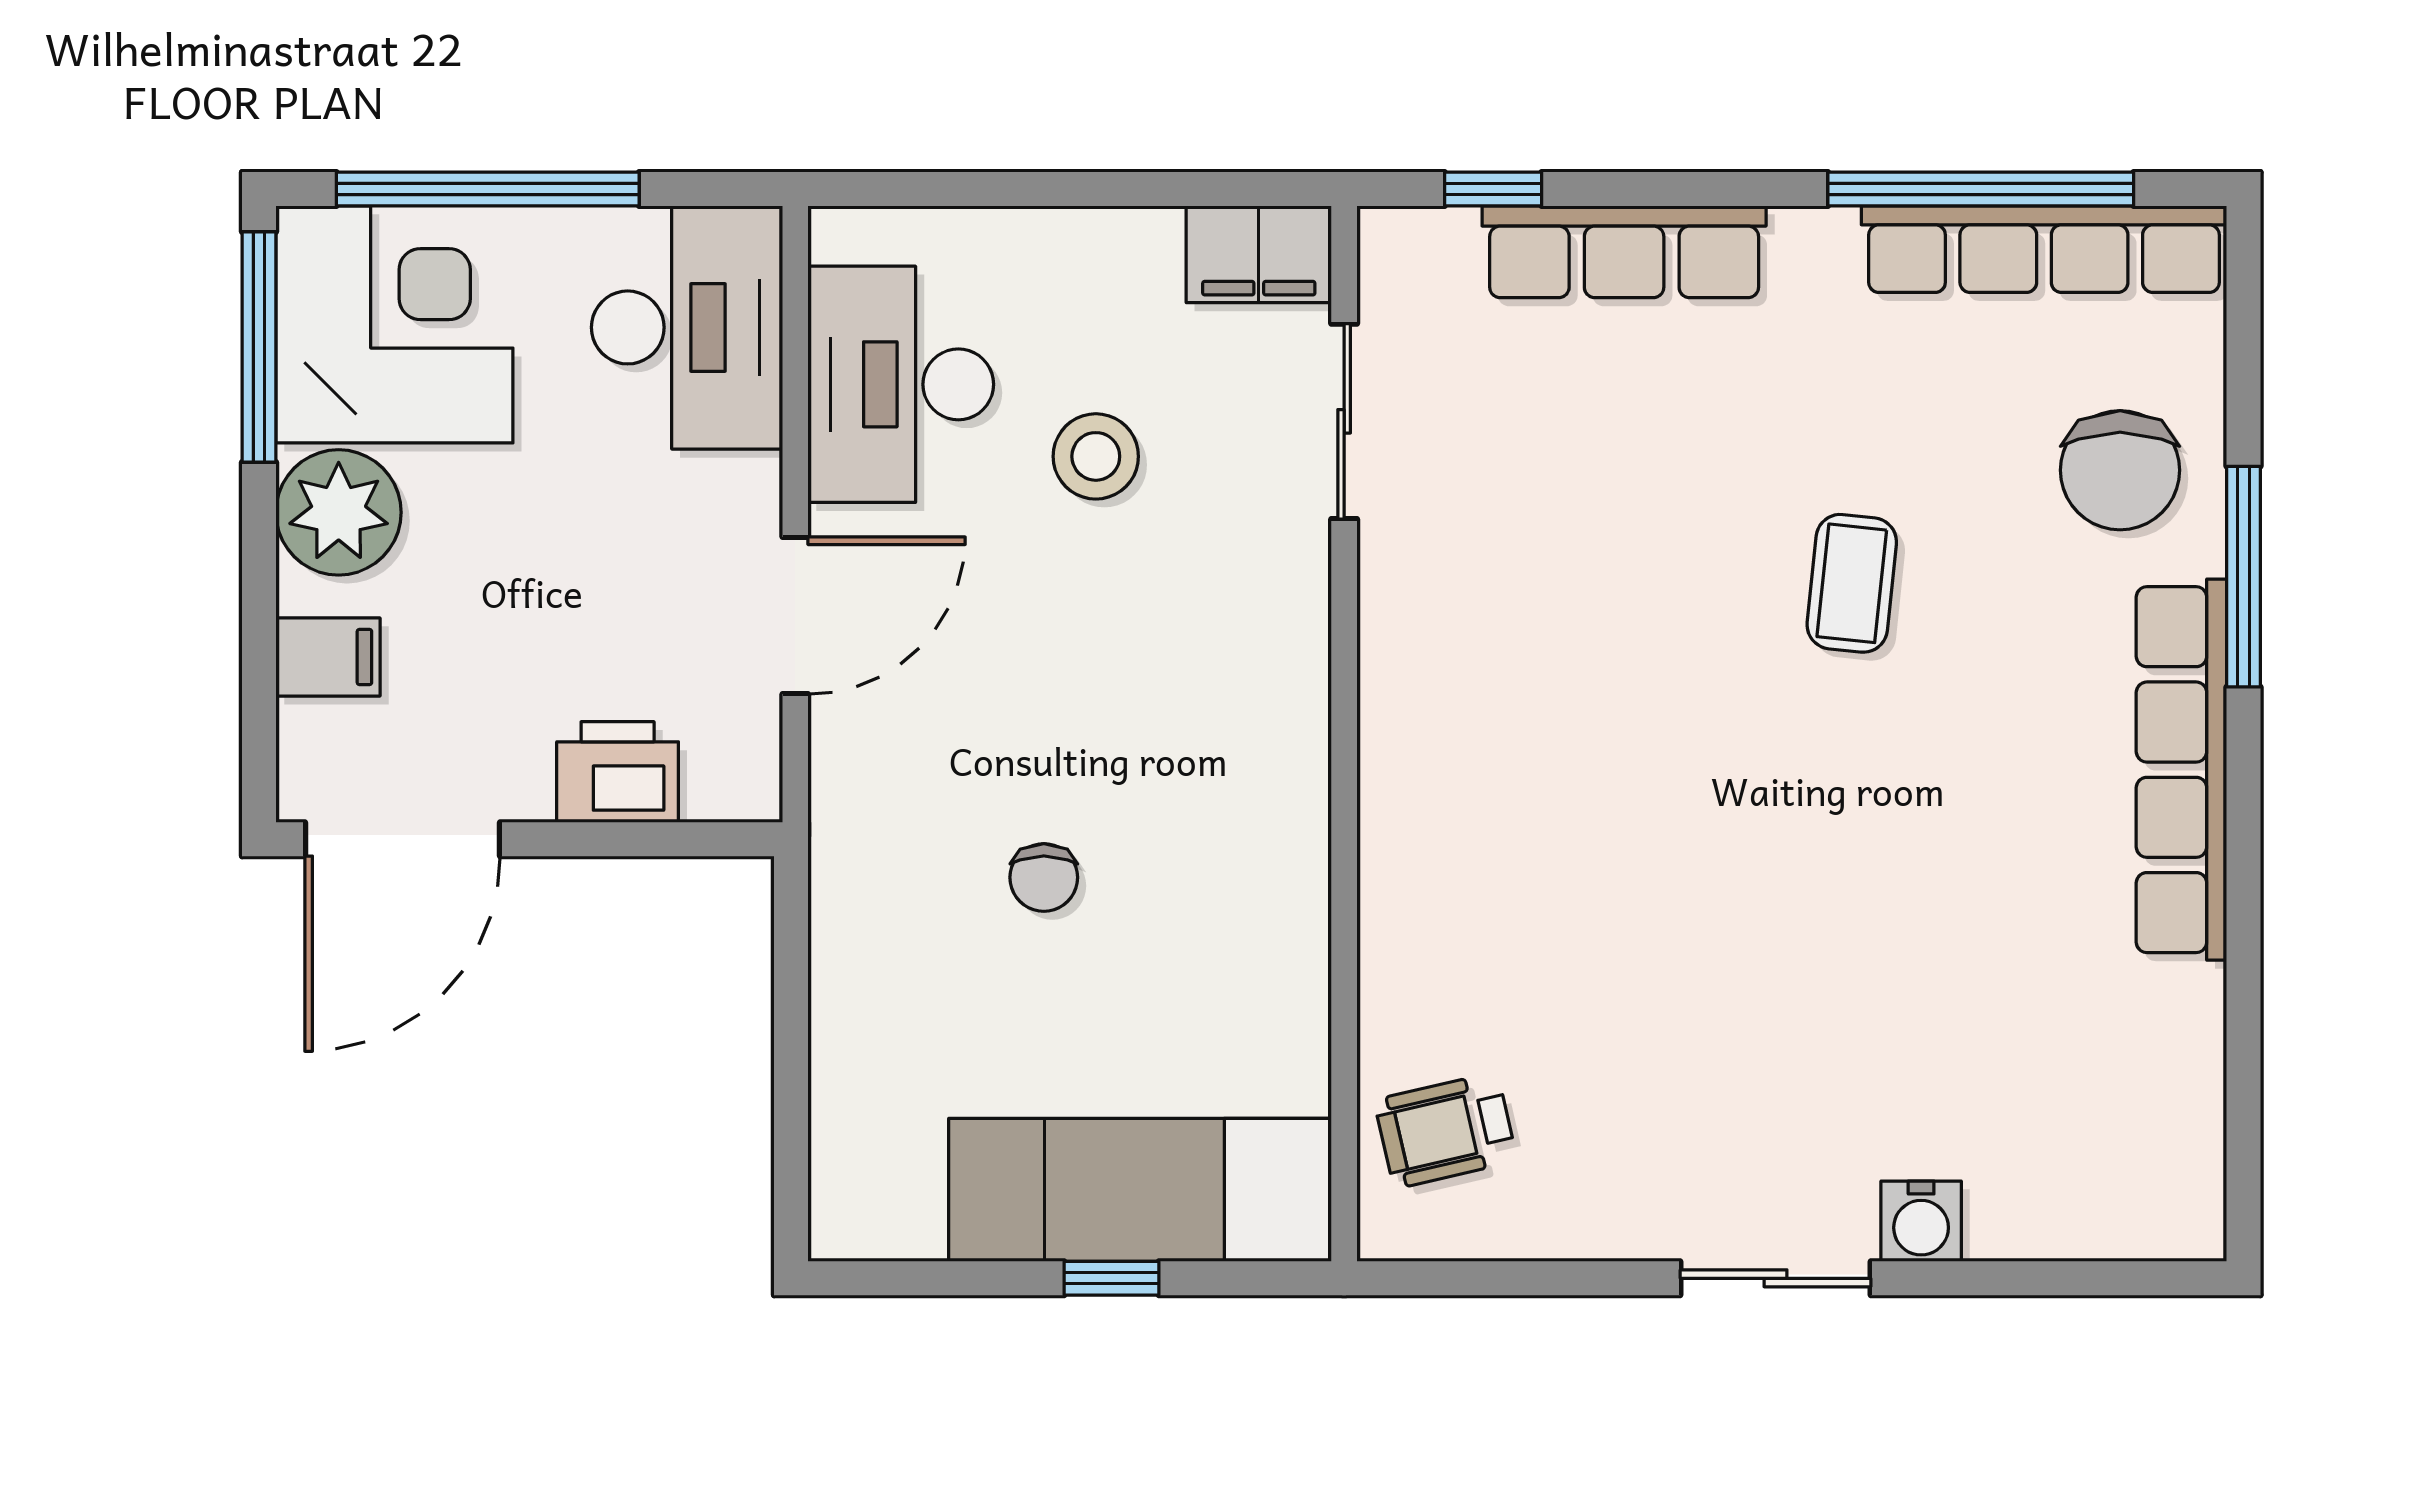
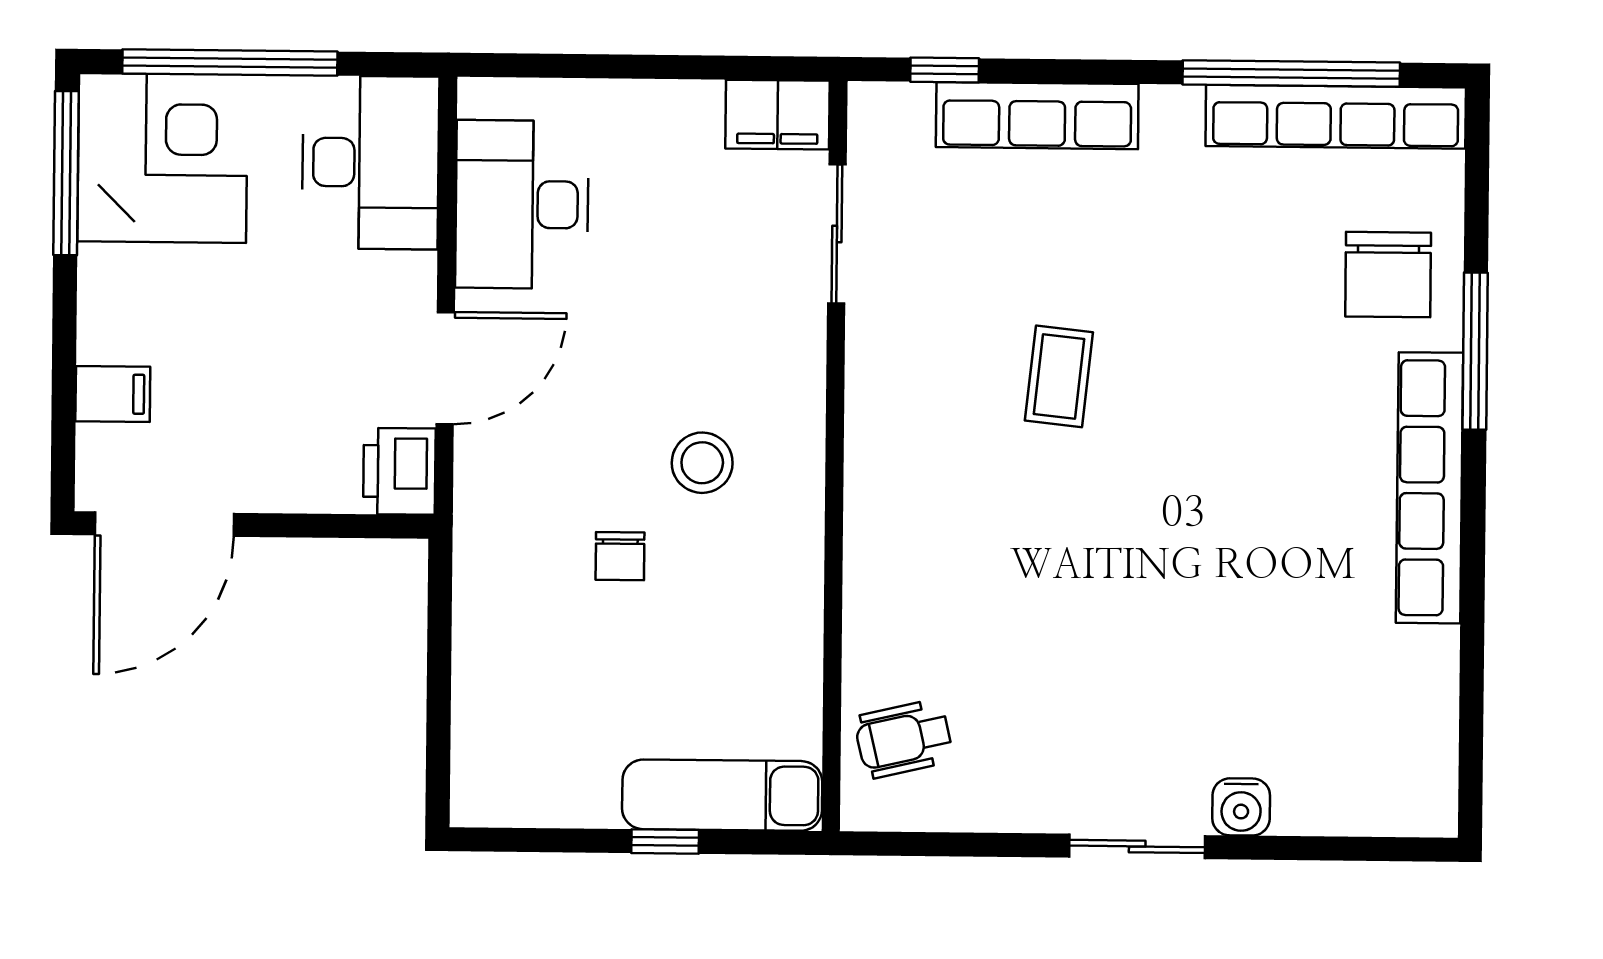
stool: (1096, 456) -> (702, 463), moved
plant: (339, 512) -> (121, 291), removed
coffee table: (1852, 583) -> (1059, 376), moved
printer: (618, 772) -> (399, 471), moved, turned -90
exam couch: (1140, 1190) -> (722, 795), width x0.73, depth x0.69

